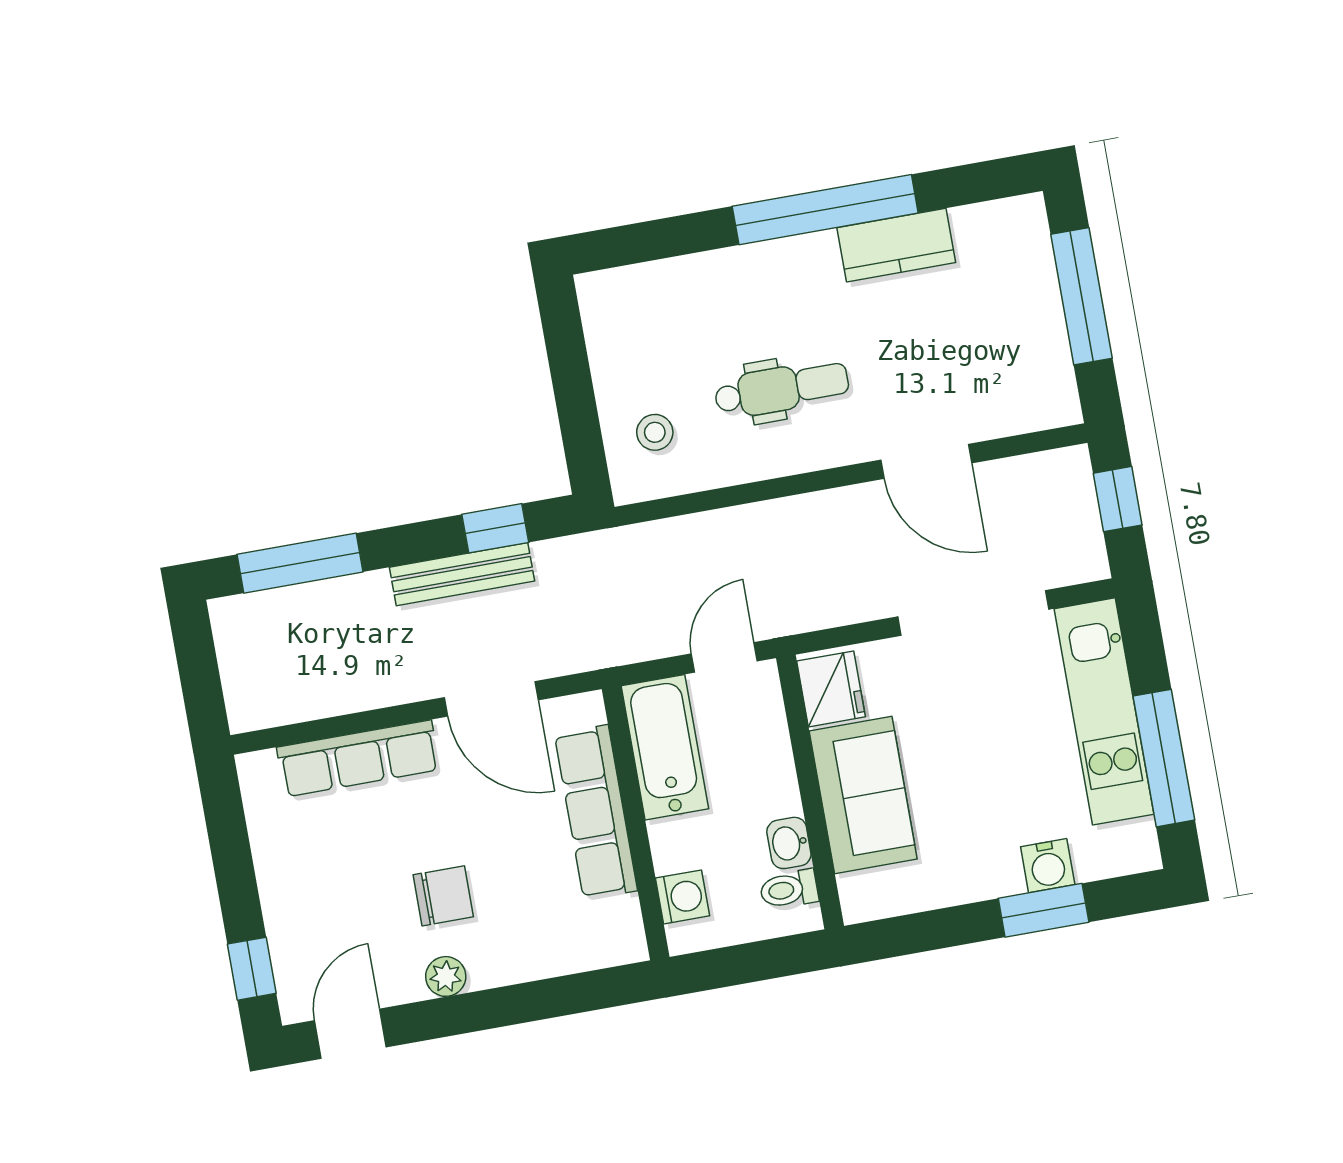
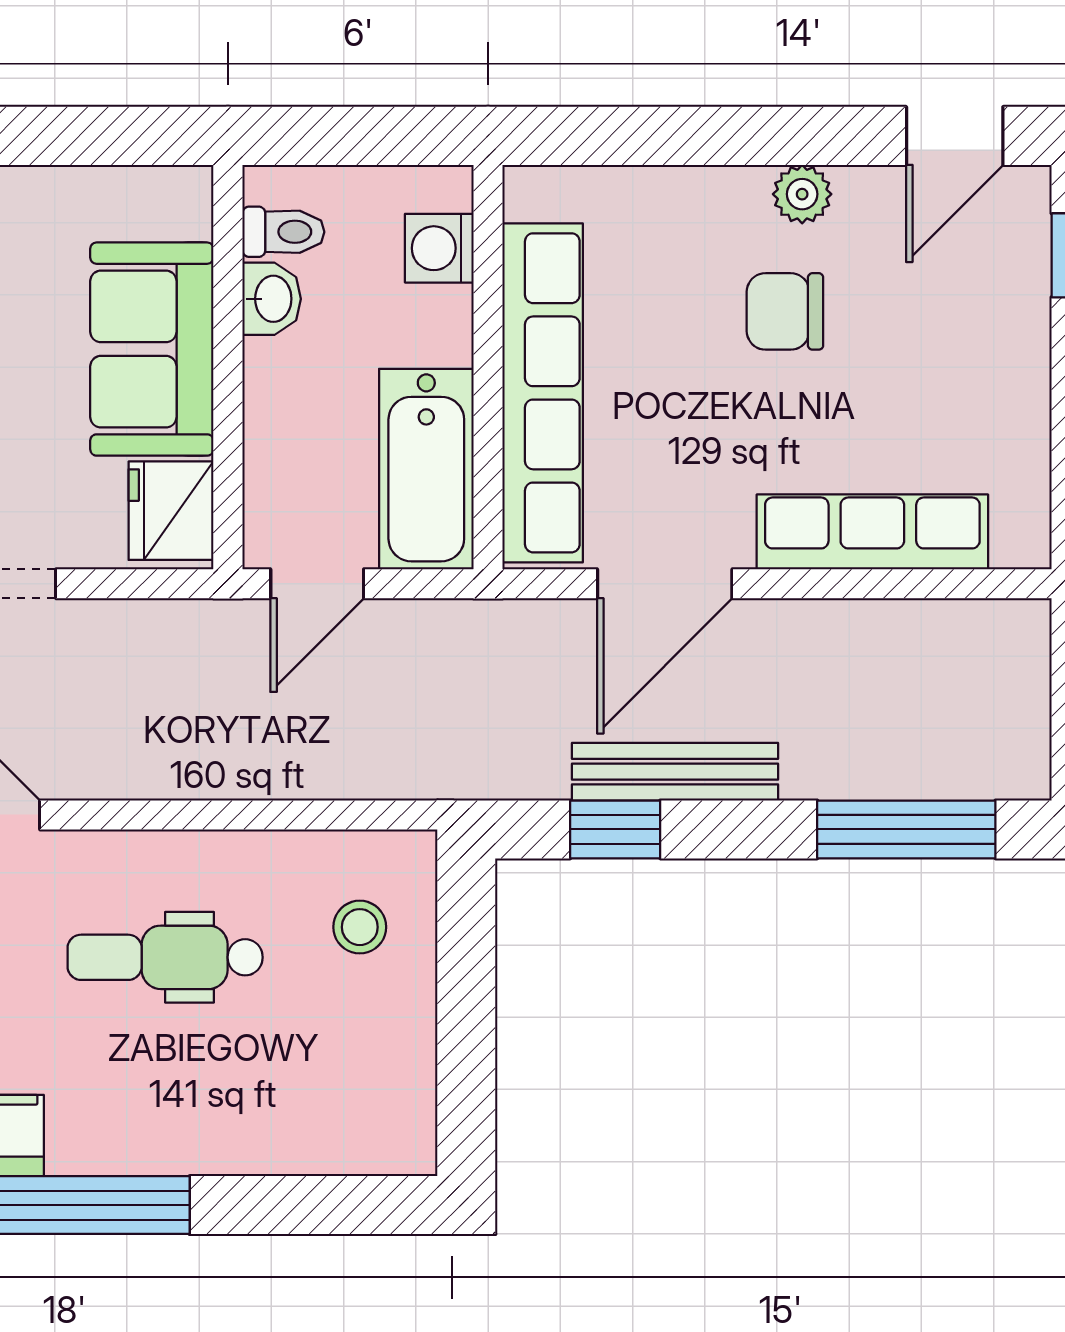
door: (491, 699) -> (665, 584), swing flipped
row of seats: (596, 812) -> (543, 393), width x1.36

